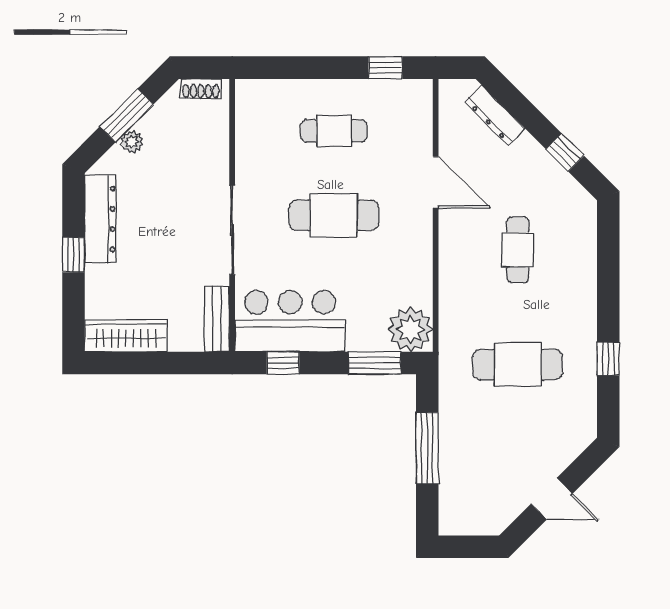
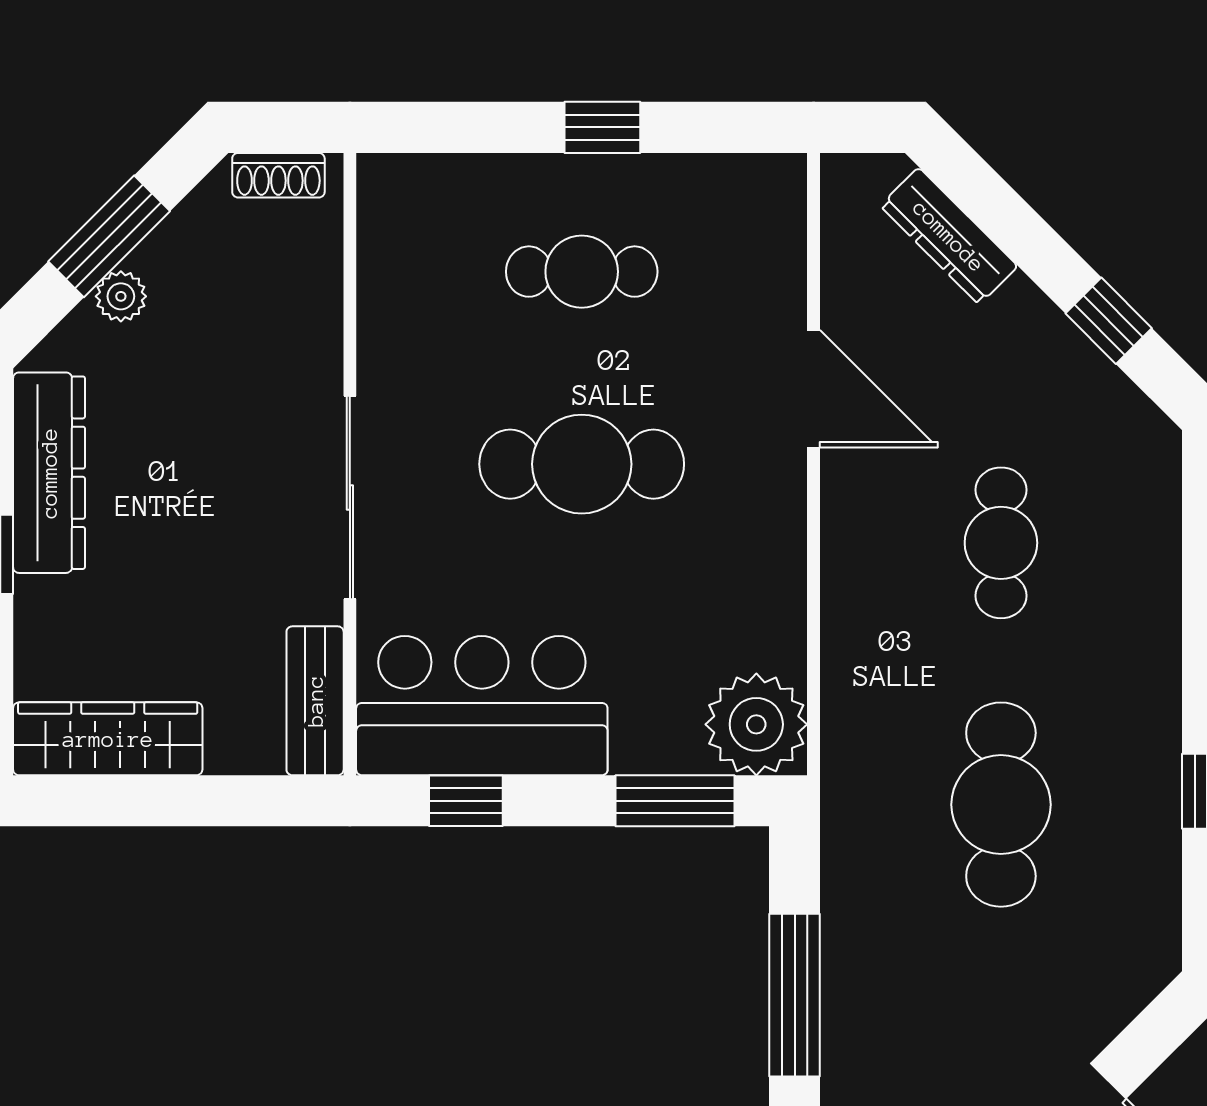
window: (385, 68) -> (602, 127), moved
cafe table: (518, 365) -> (1001, 805), turned 90

